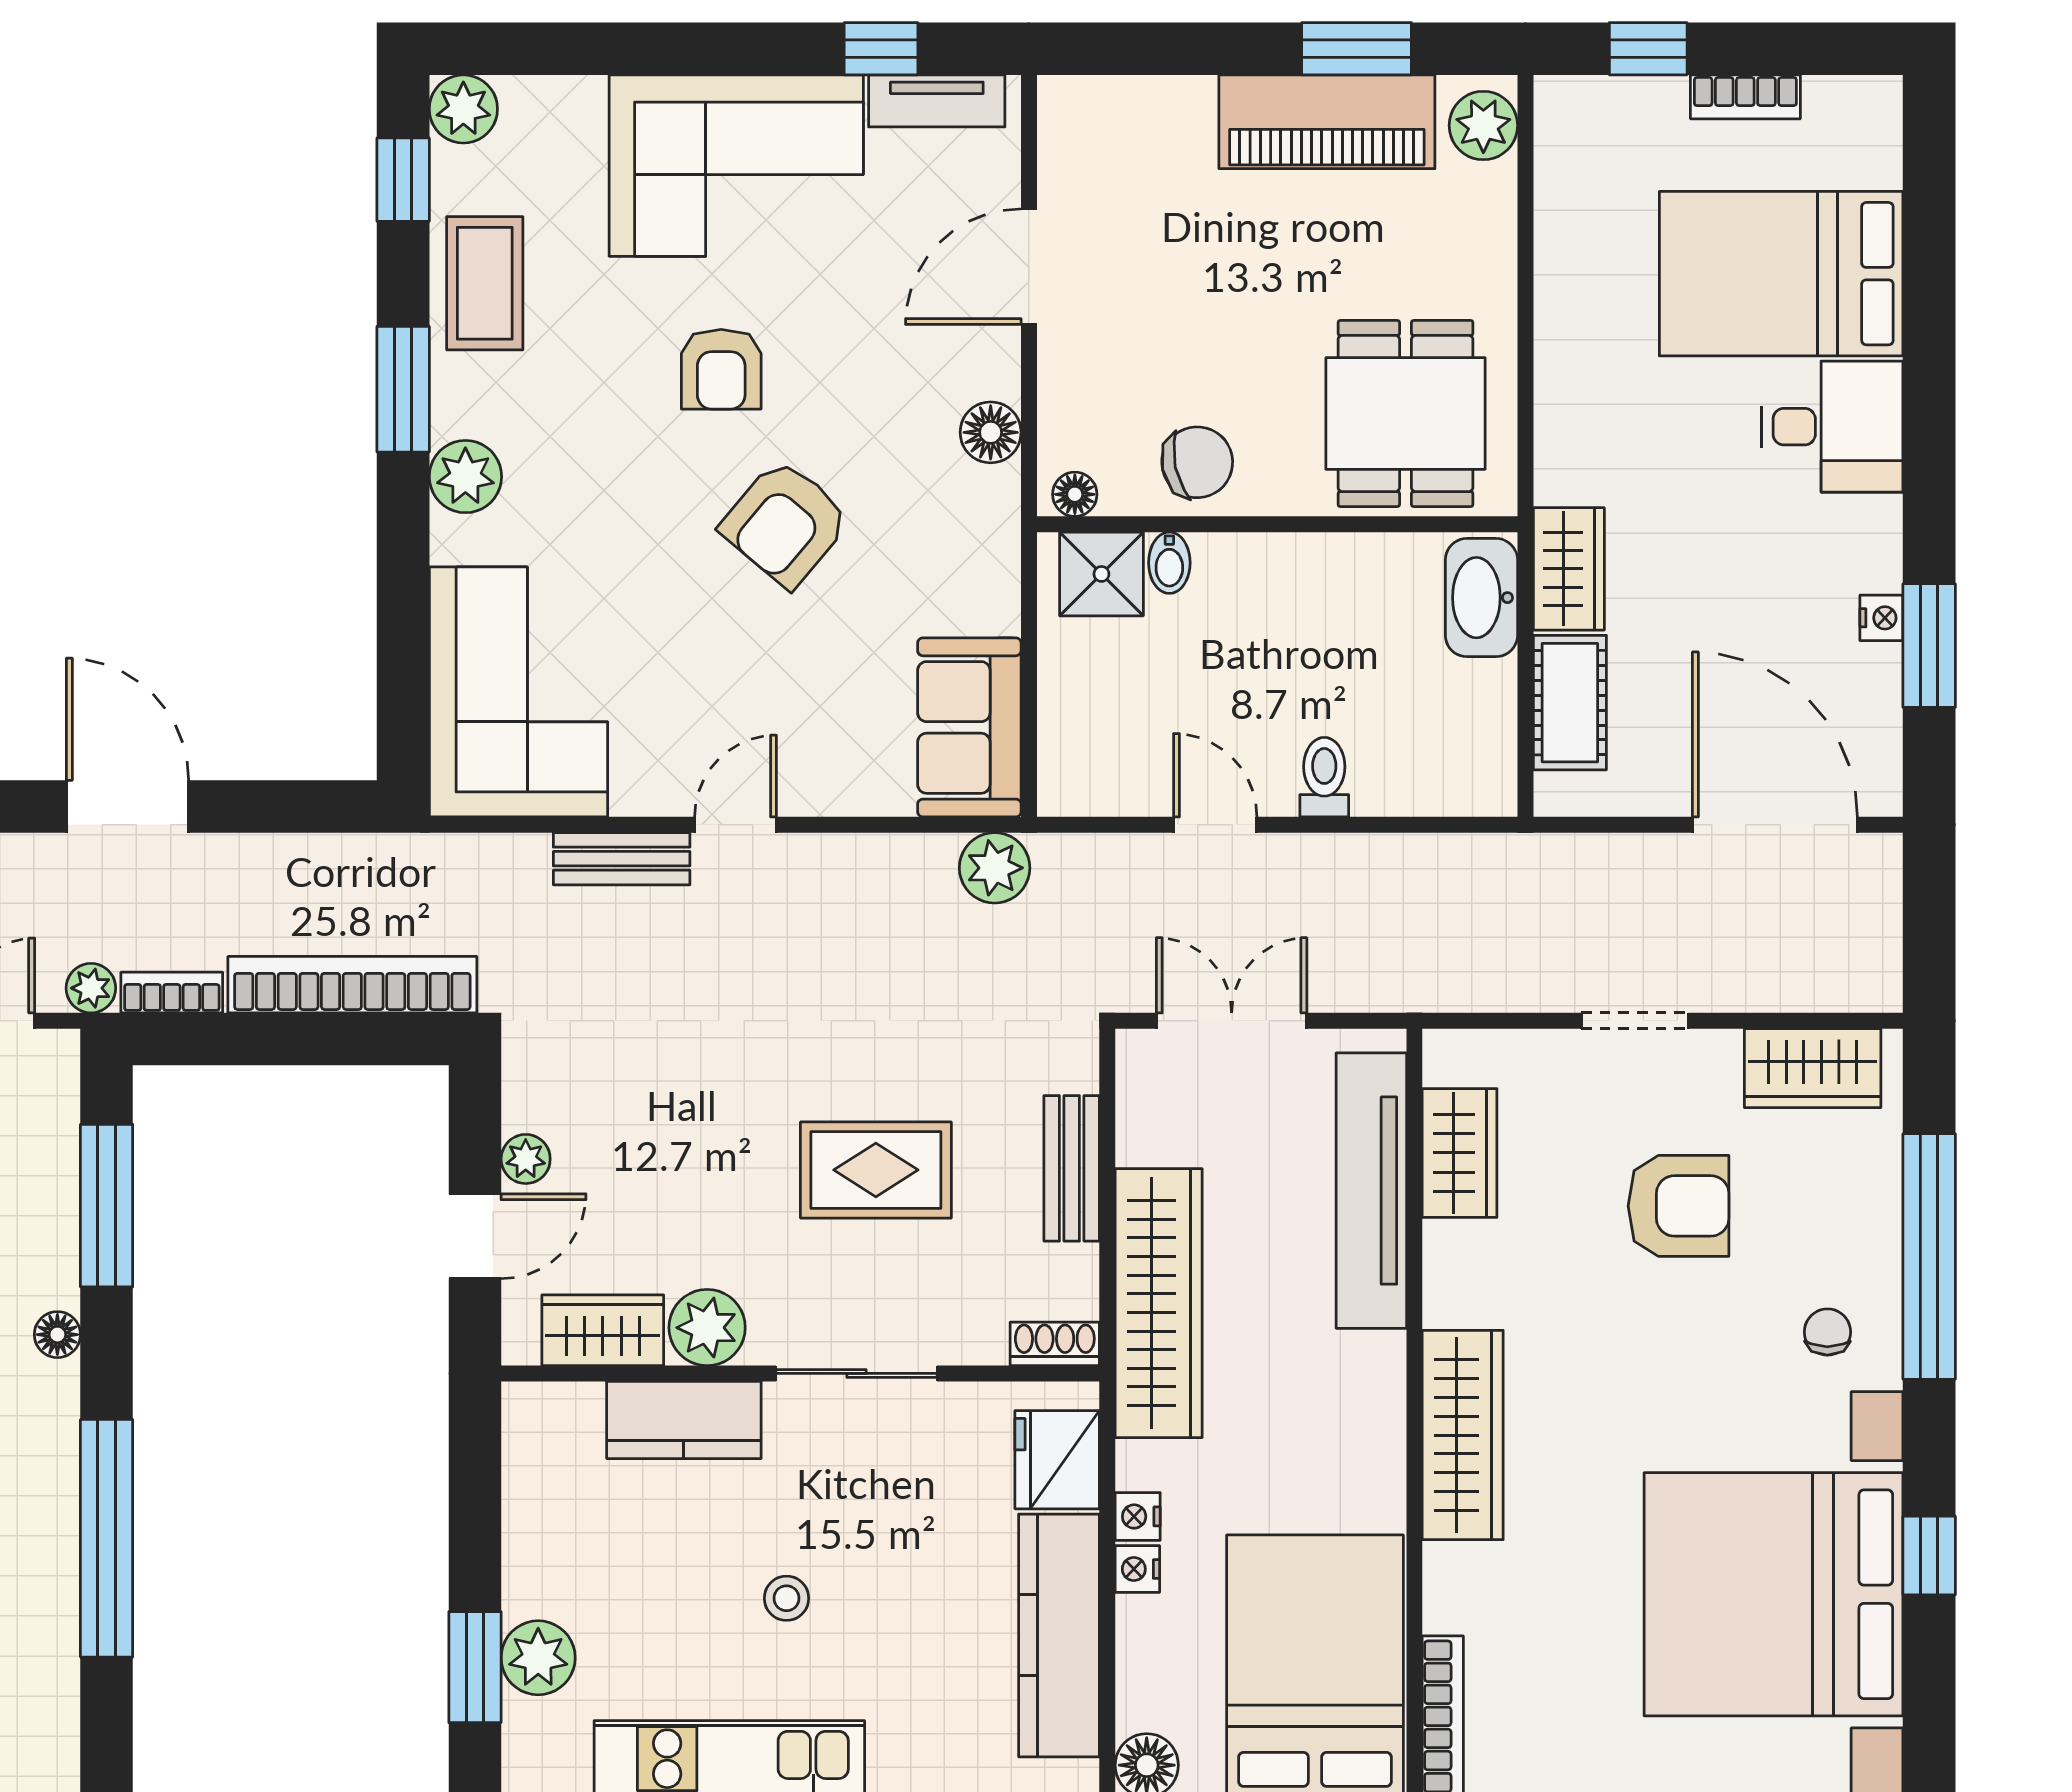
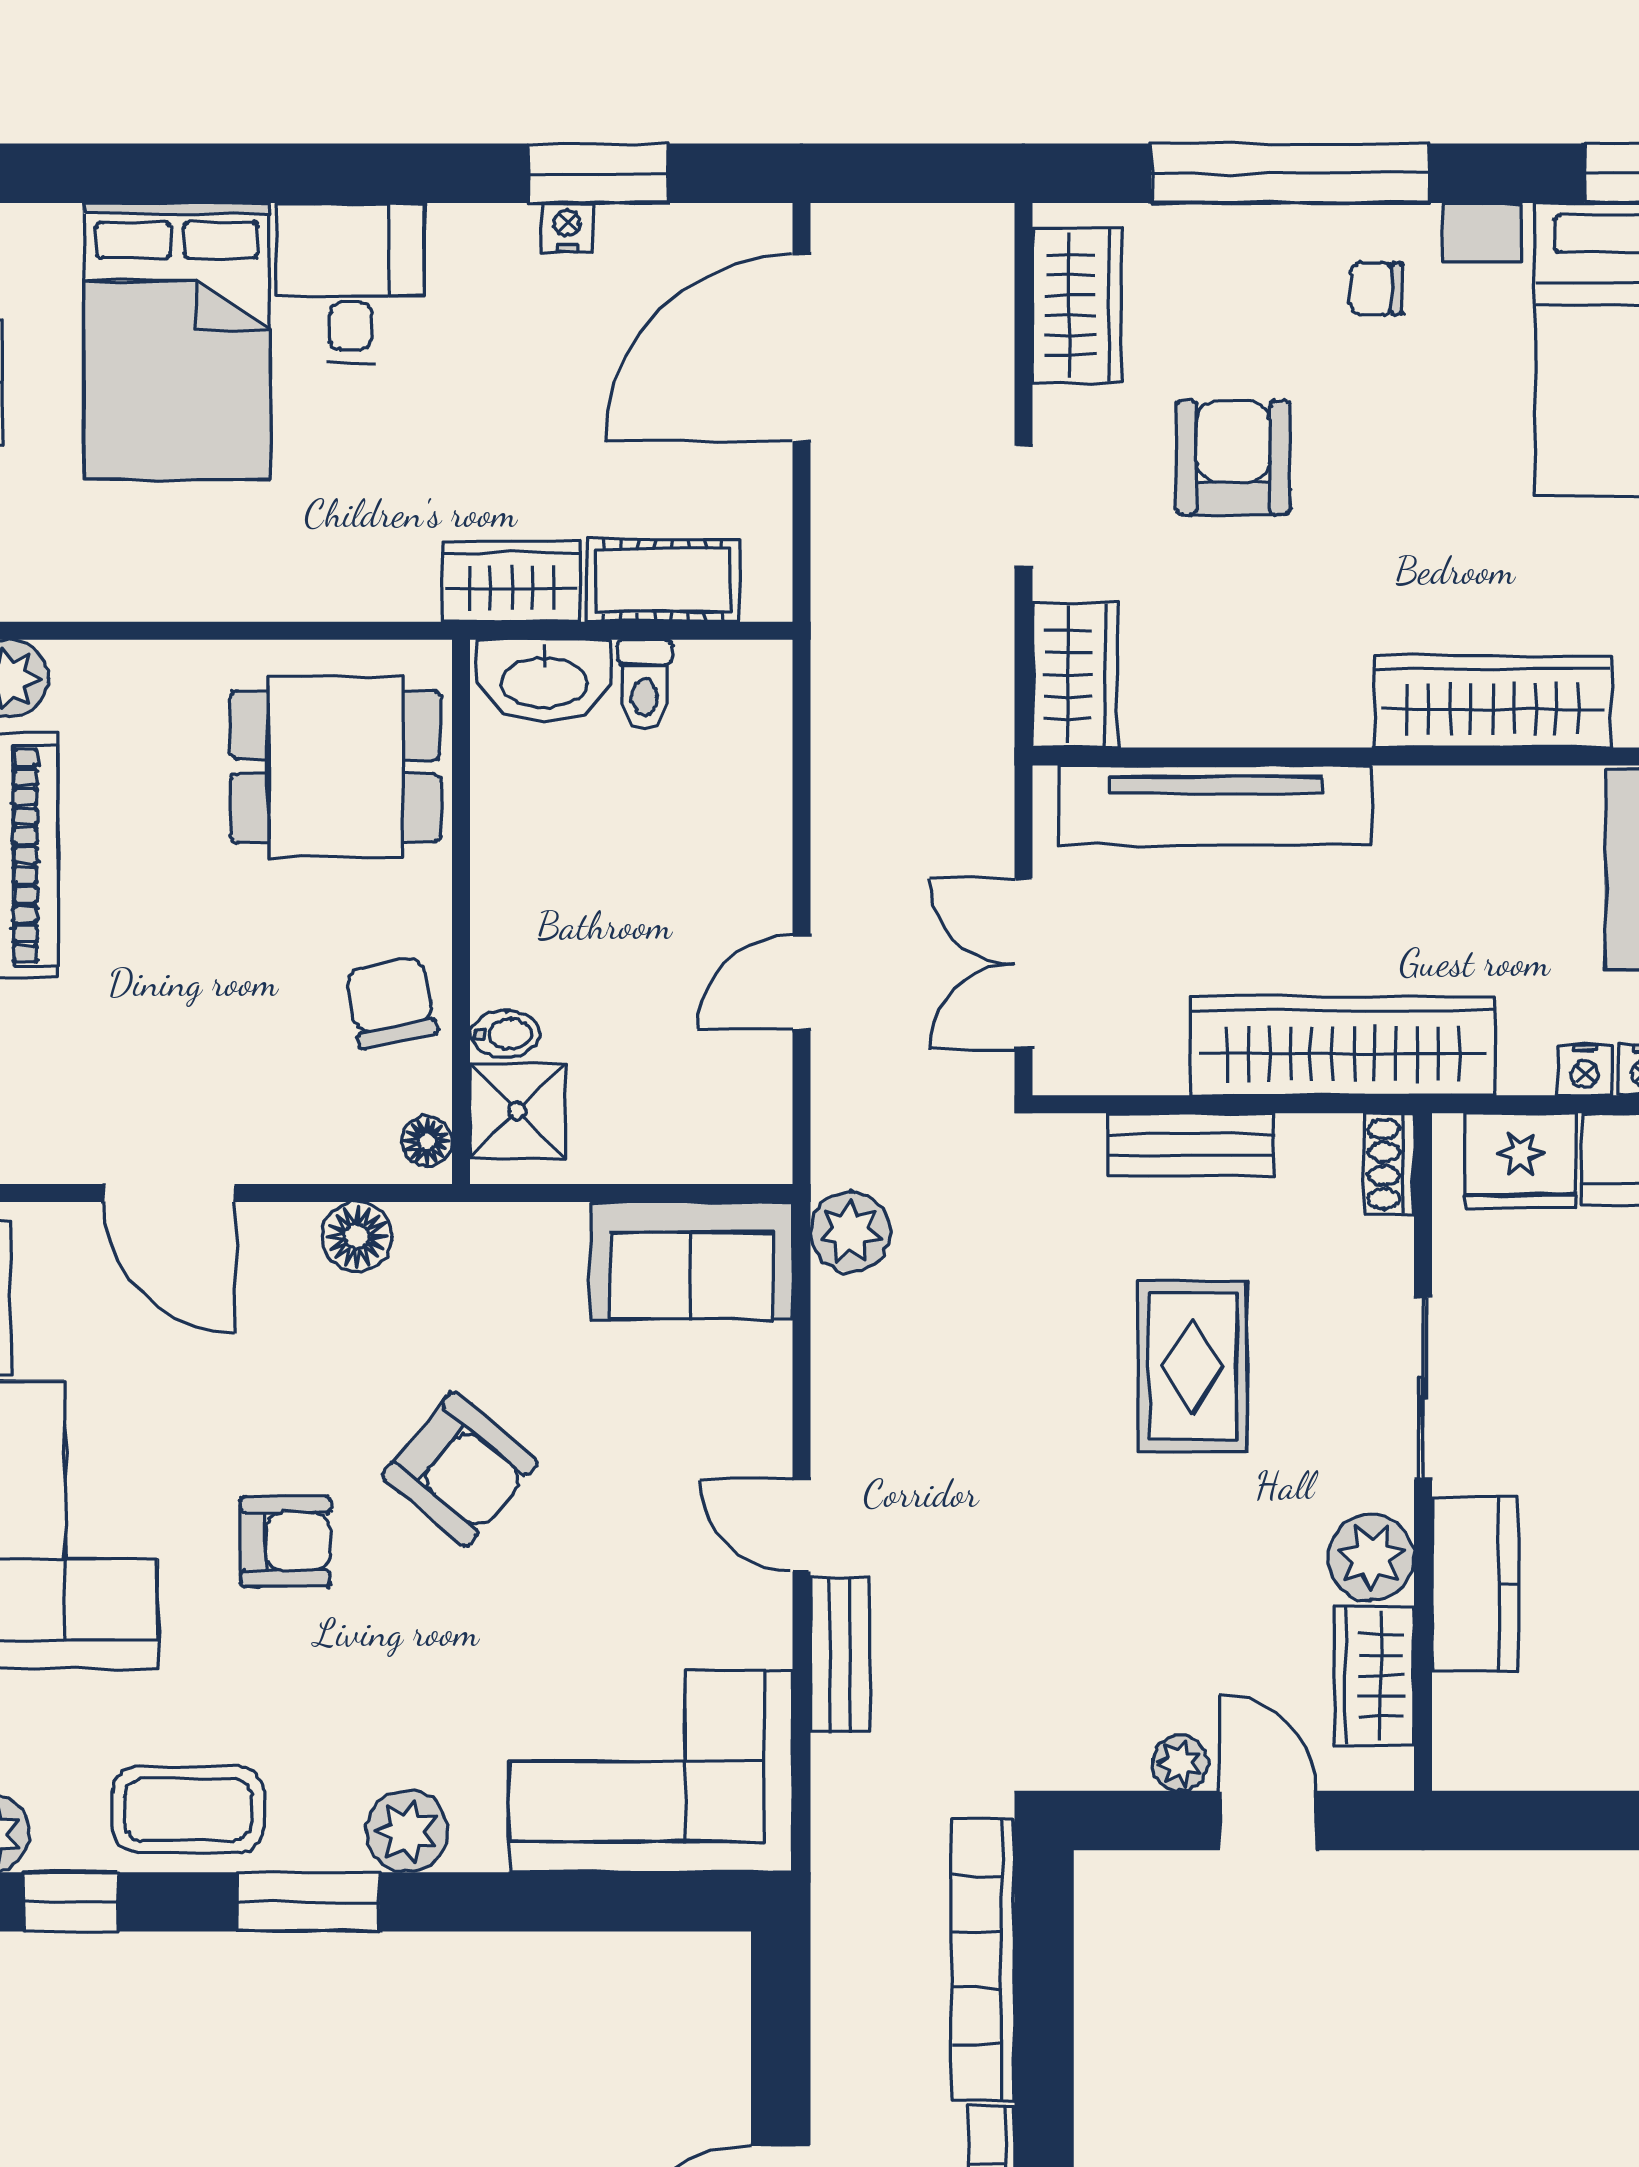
toilet: (1324, 777) -> (645, 685), moved, turned -90
wardrobe: (1460, 1153) -> (1075, 675), moved, turned 90

